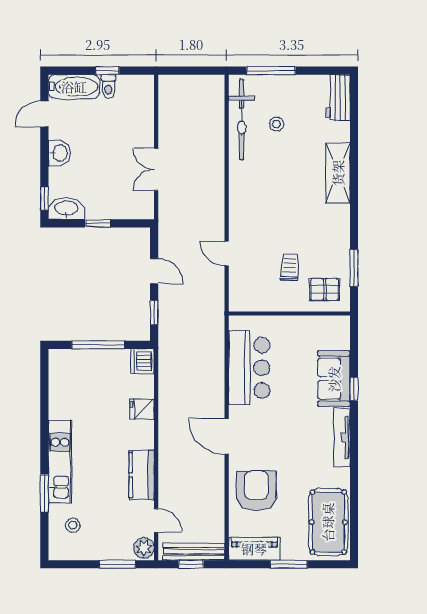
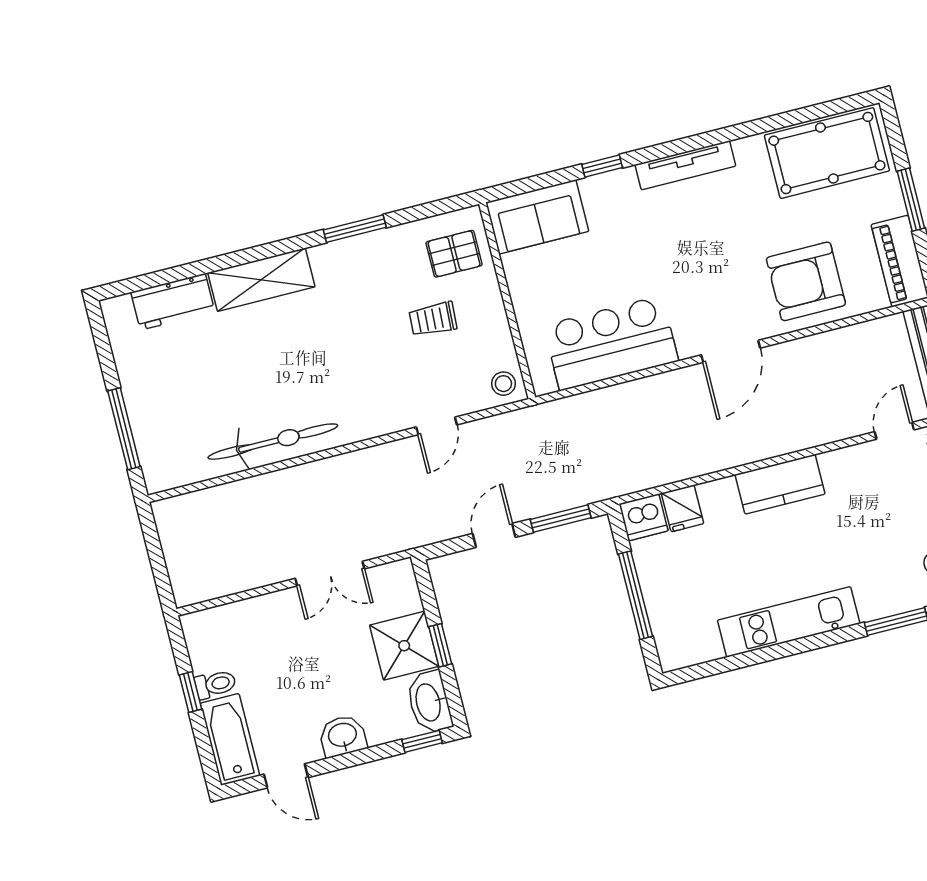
workbench: (338, 98) -> (173, 302), moved
bicycle: (242, 119) -> (273, 442), moved
stool: (277, 124) -> (503, 384), moved
shower: (103, 202) -> (404, 646), added
window: (354, 268) -> (355, 229), moved
pallet: (325, 289) -> (454, 254), turned 90
window: (154, 312) -> (561, 519), width x1.50
sofa: (334, 379) -> (537, 217), moved
fridge: (142, 409) -> (683, 508), moved
kitchen unit: (60, 461) -> (789, 622), moved
kitchen counter: (142, 475) -> (780, 484), moved

